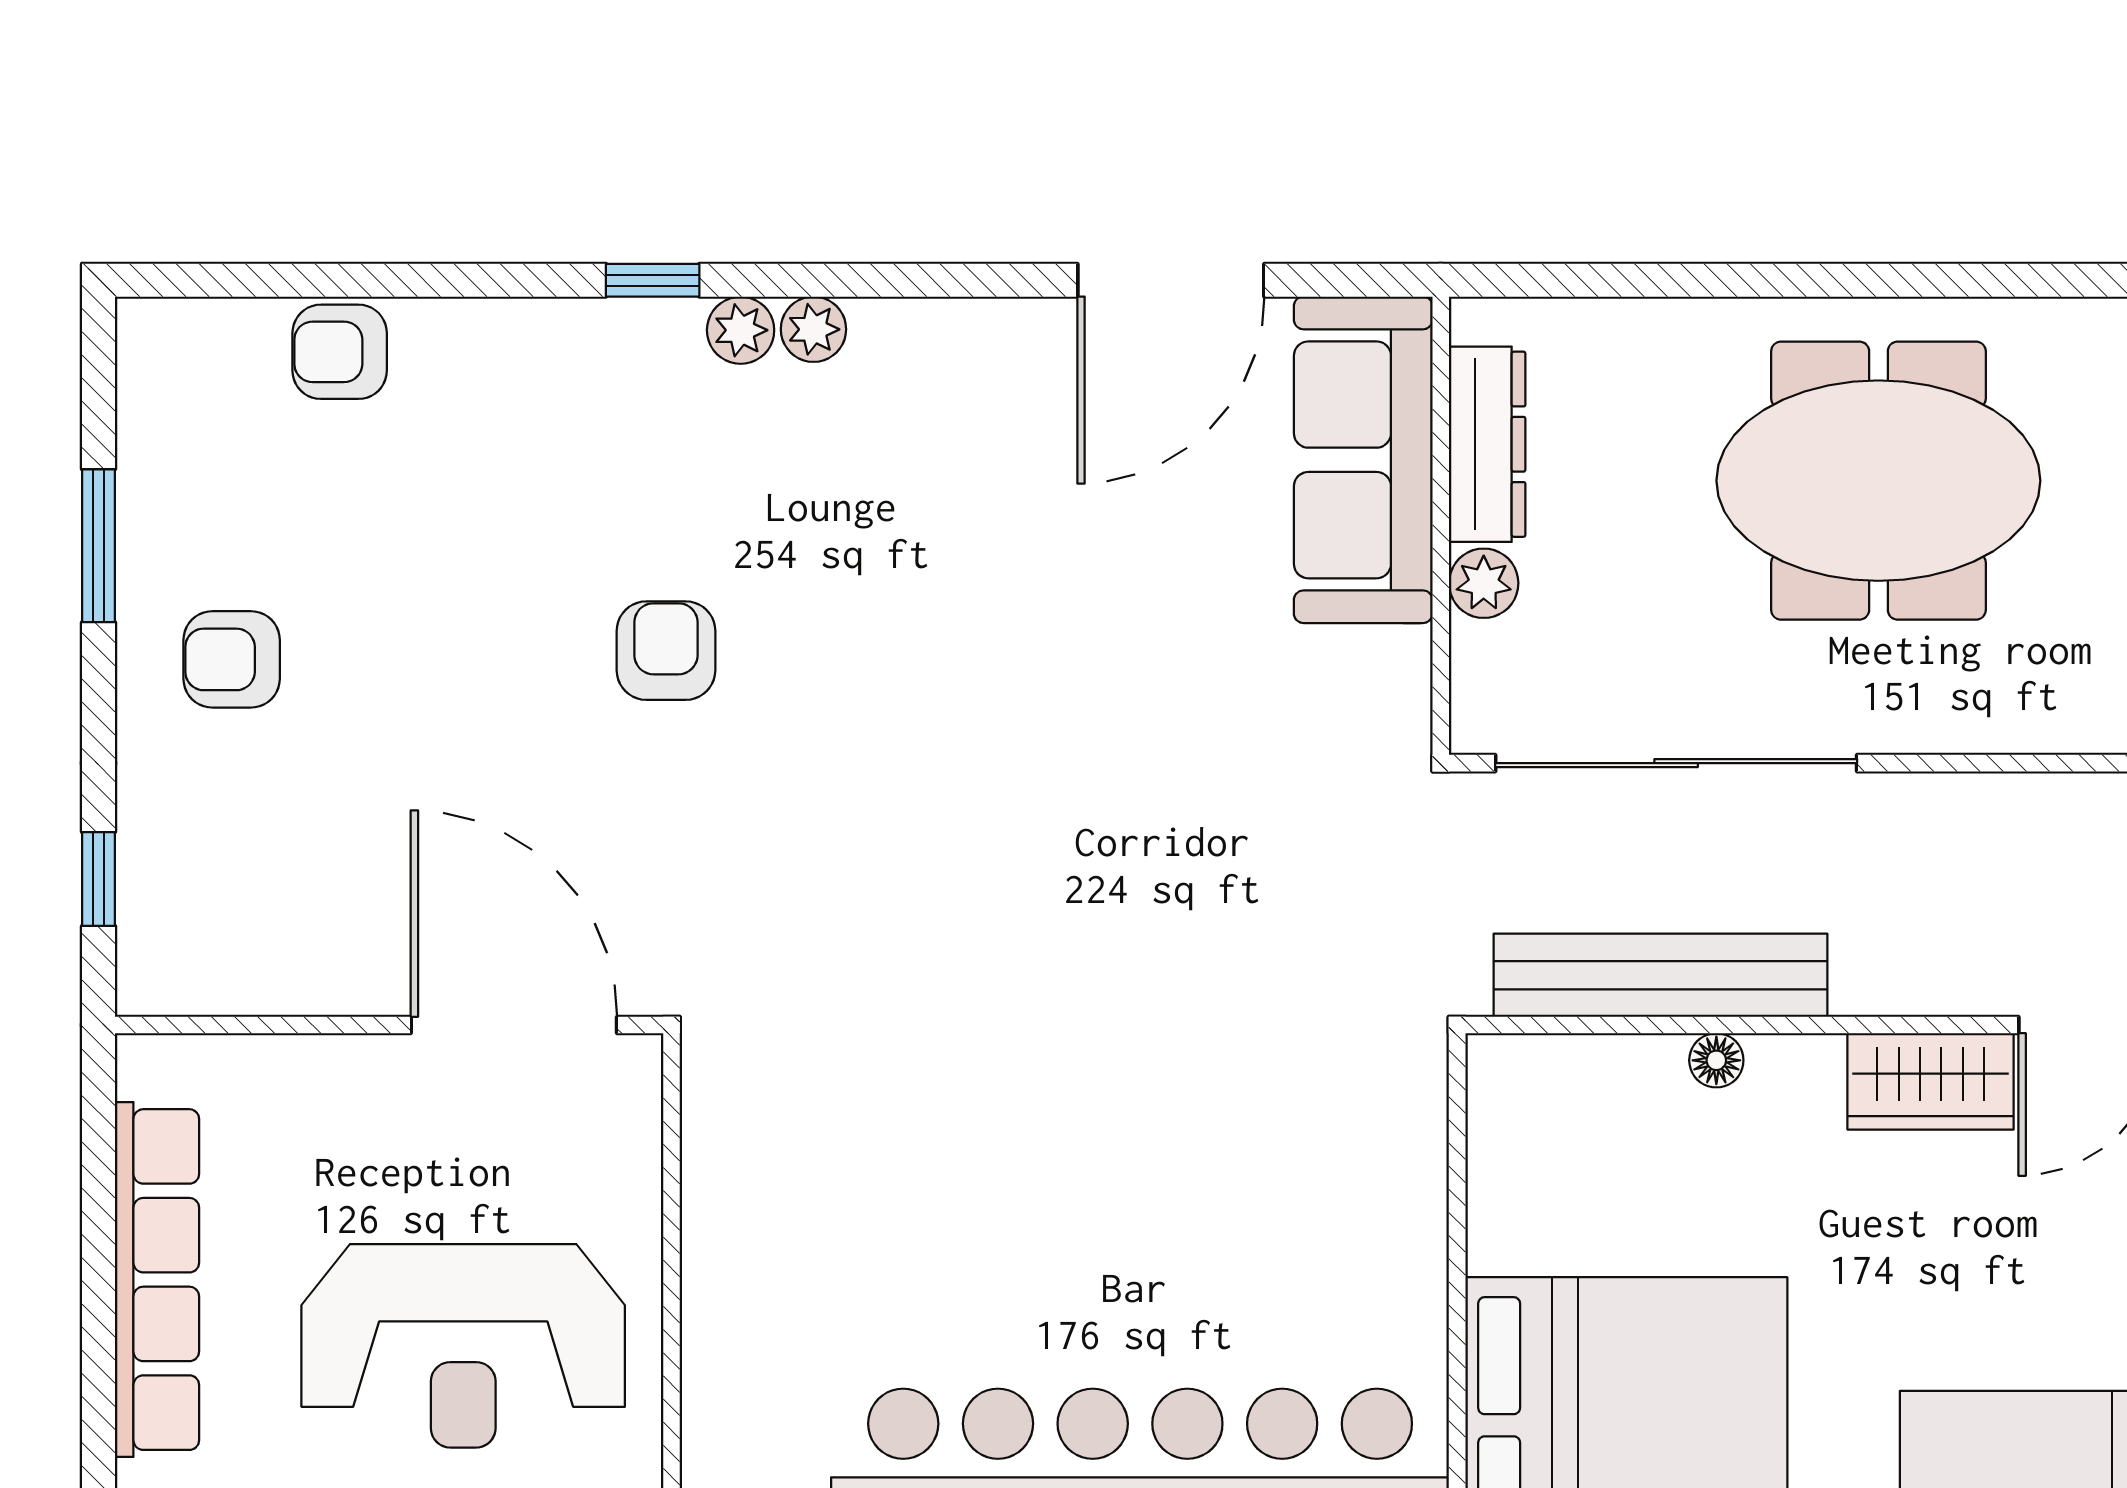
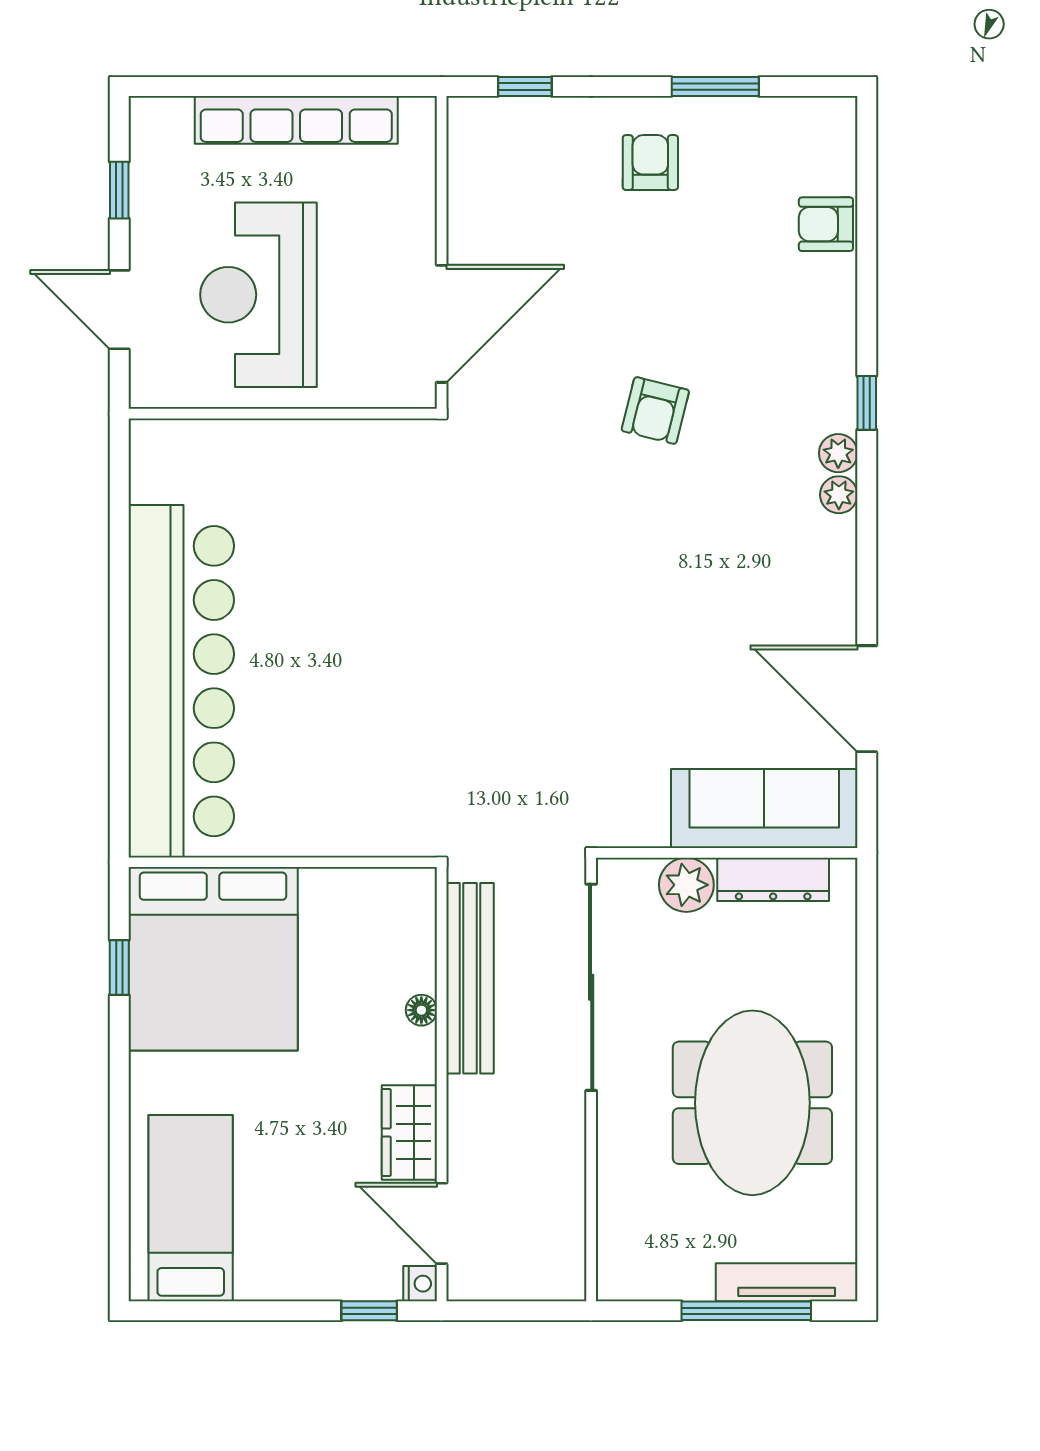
armchair: (340, 352) -> (826, 224), turned -90
plant: (1484, 583) -> (686, 885), width x1.38, depth x1.38
armchair: (666, 651) -> (655, 411), turned 104

